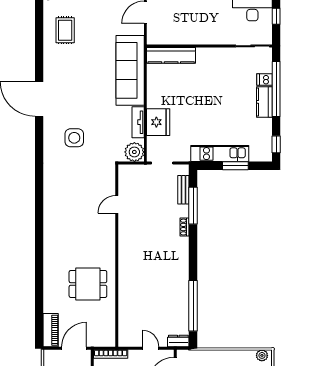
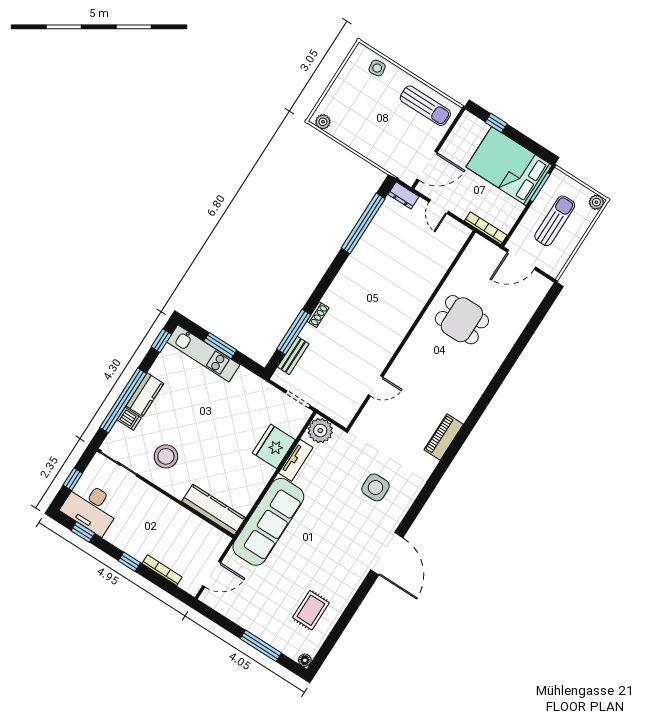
stool: (225, 70) -> (166, 456), added
kitchen unit: (220, 154) -> (203, 353), moved
piano: (51, 330) -> (444, 437), moved

